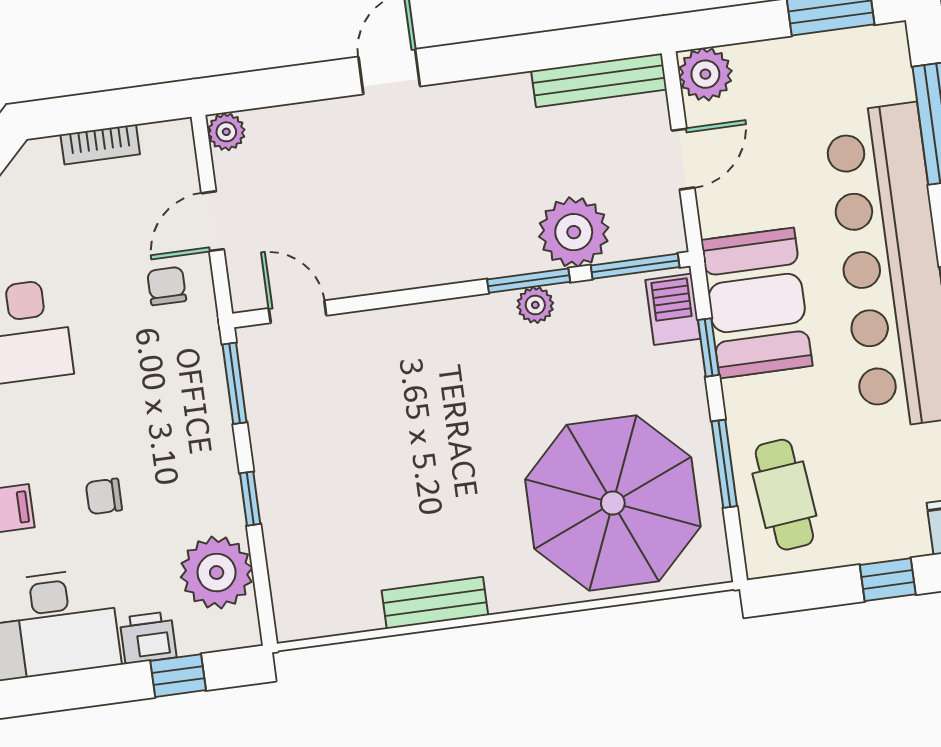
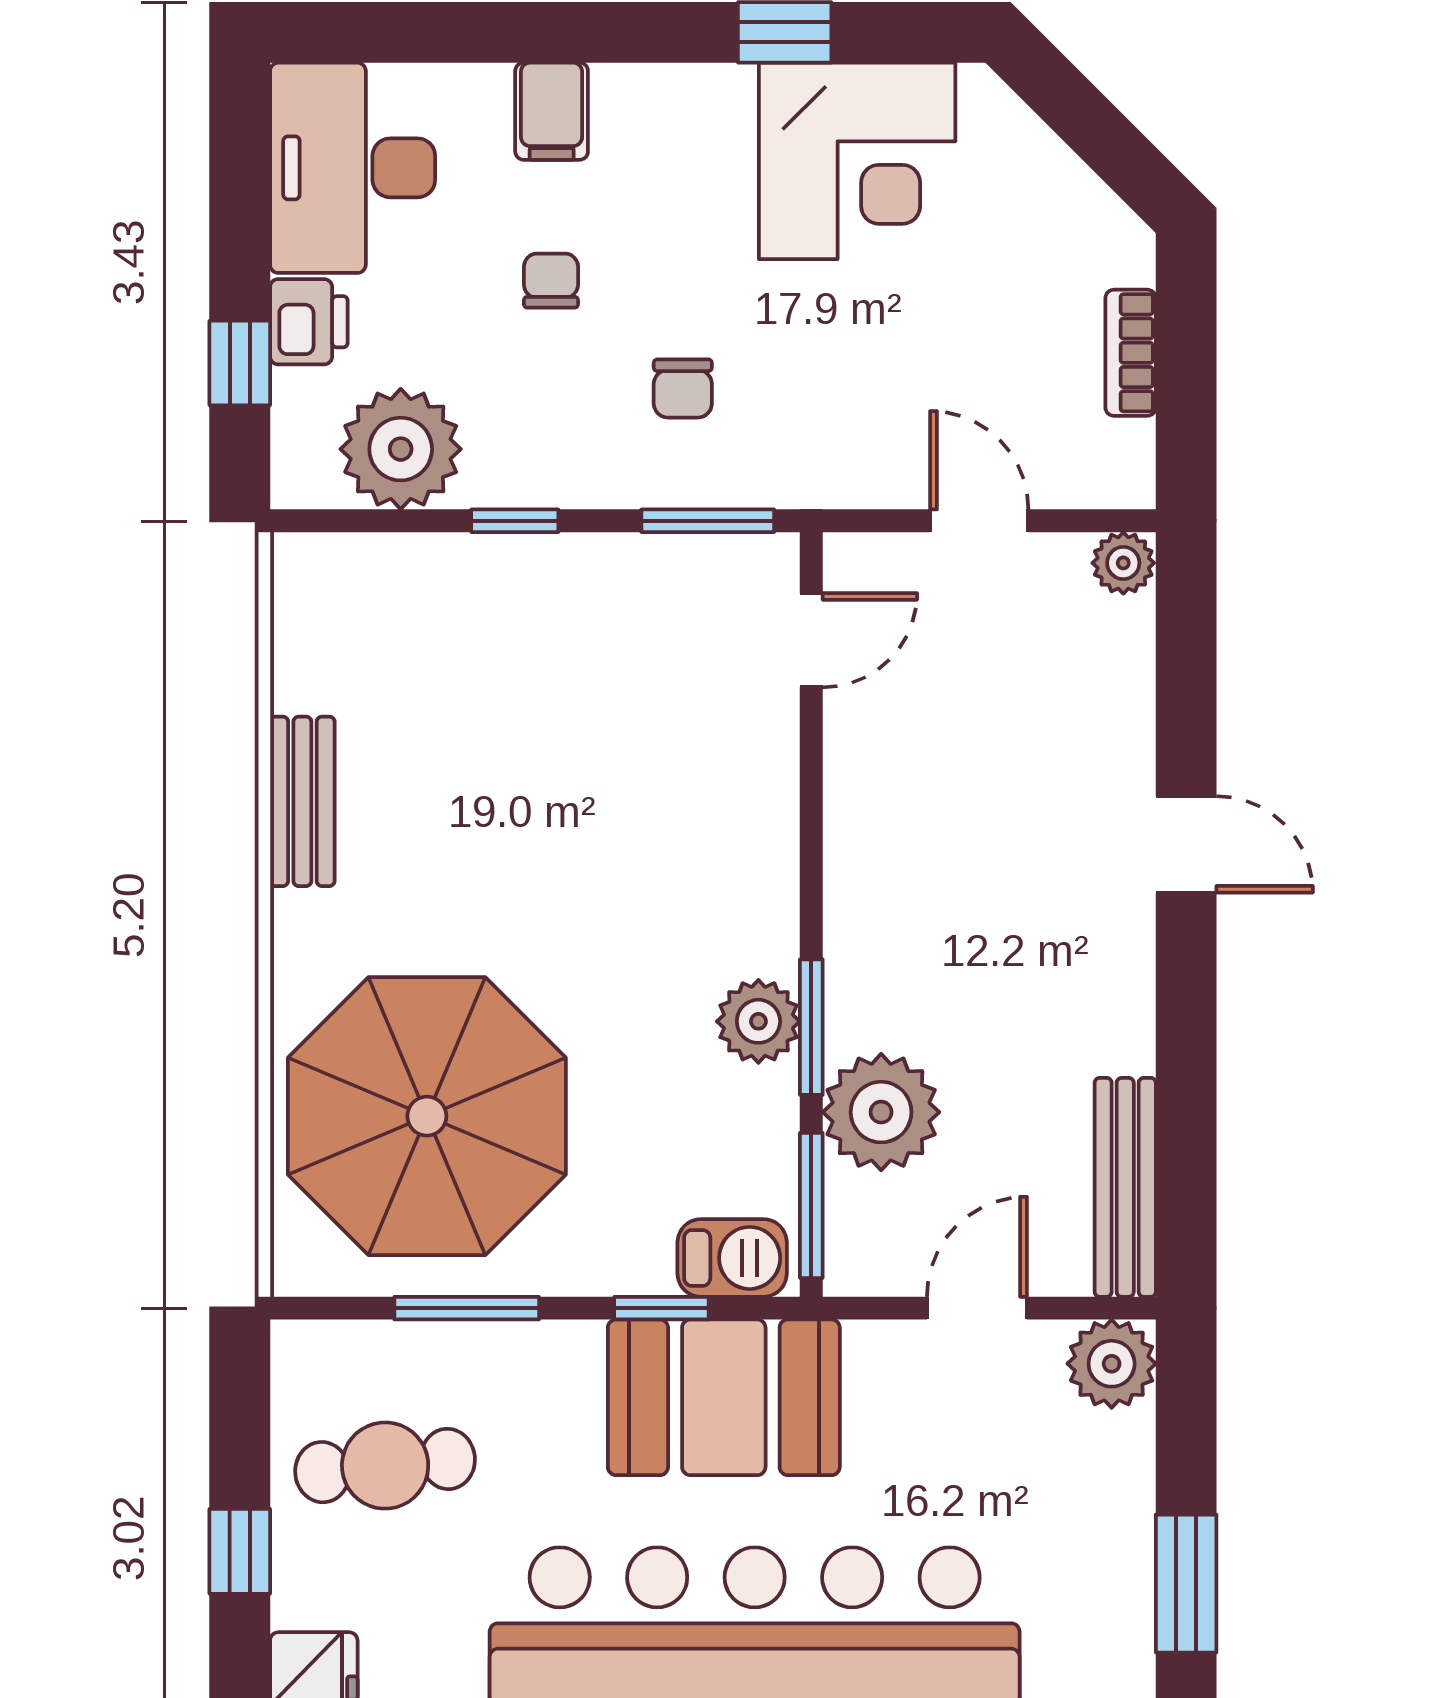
door: (683, 159) -> (977, 1308), swing flipped
chair: (167, 286) -> (683, 388), moved, turned 90
plant: (535, 305) -> (758, 1021), width x1.38, depth x1.38
cafe table: (784, 495) -> (385, 1466), moved

